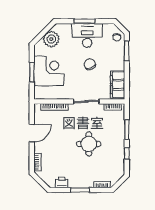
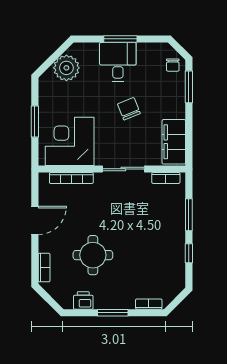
desk: (87, 35) -> (118, 62), width x0.73
corner desk: (49, 71) -> (70, 141), moved, turned -90
round table: (89, 144) -> (93, 255), moved

